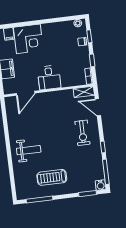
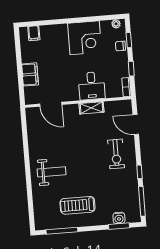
corner desk: (28, 39) -> (85, 38), moved
desk: (49, 78) -> (92, 86), moved
shelving: (84, 92) -> (91, 108), moved
door: (26, 93) -> (51, 104), hinge flipped
water cooler: (101, 185) -> (119, 218), moved

